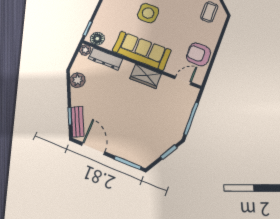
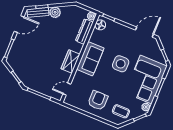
sofa: (142, 51) -> (90, 59), width x0.73
armchair: (198, 54) -> (98, 100), moved
plant: (78, 80) -> (55, 12), moved
door: (183, 80) -> (67, 89), swing flipped

